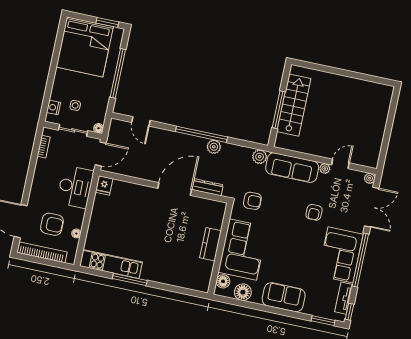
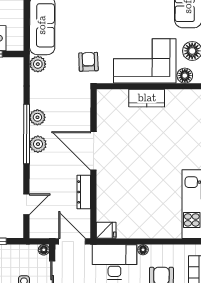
plant: (191, 142) -> (38, 144), added
dresser: (208, 187) -> (84, 192), moved
floor lamp: (76, 233) -> (143, 250), moved

